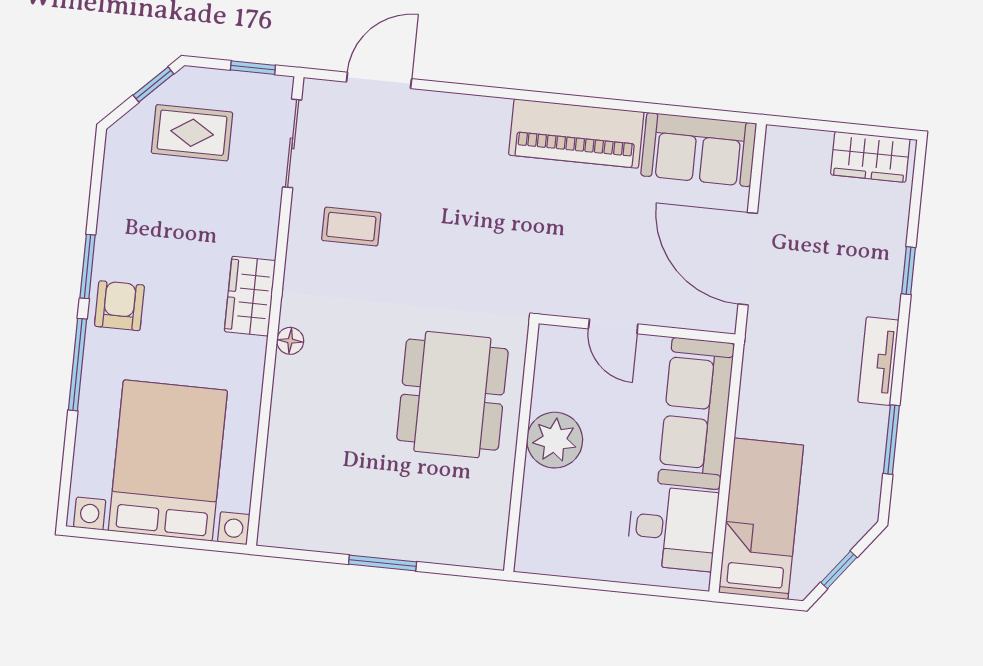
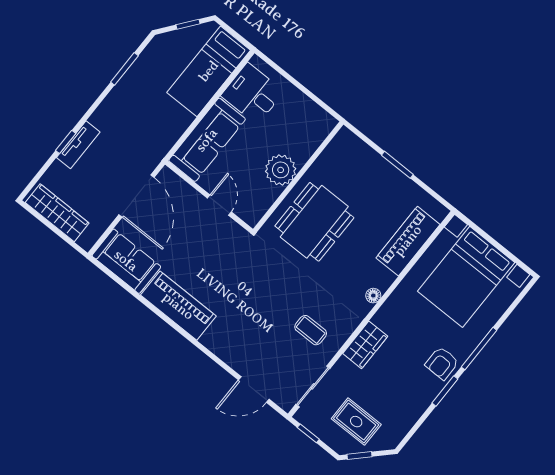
wardrobe: (870, 157) -> (57, 213), width x1.50
wardrobe: (250, 296) -> (365, 345), moved
tv unit: (878, 361) -> (78, 145), moved
piano: (291, 458) -> (408, 241), added

